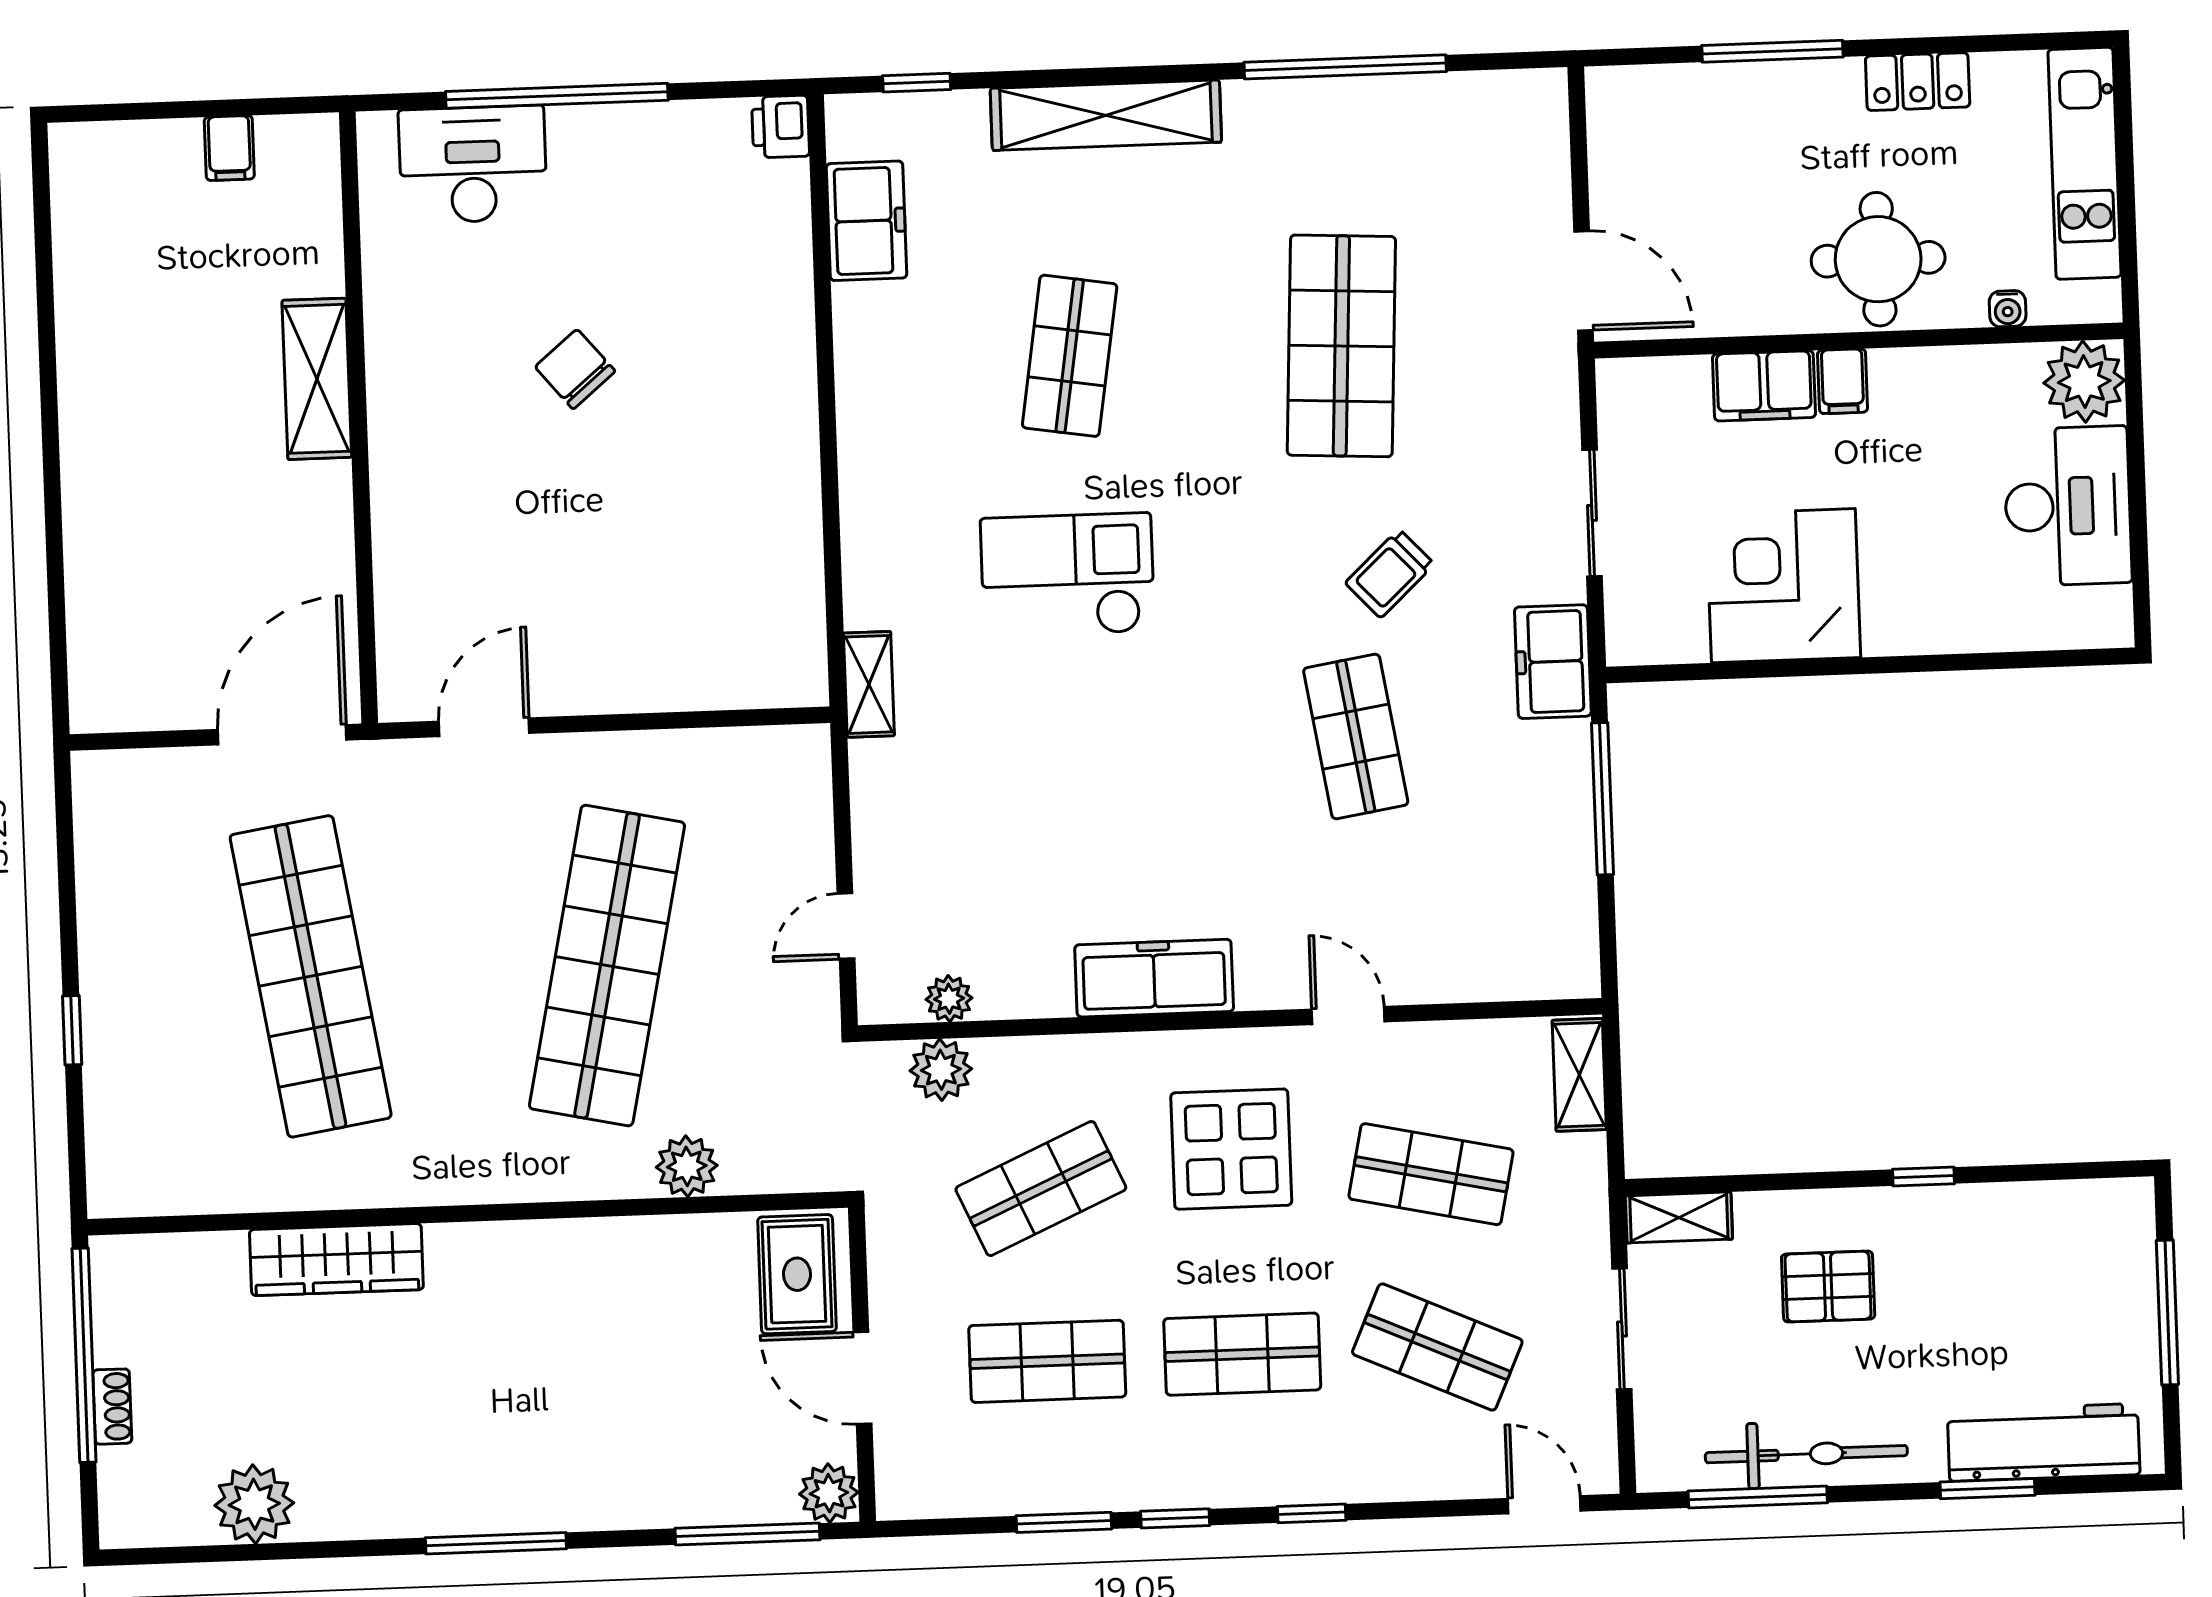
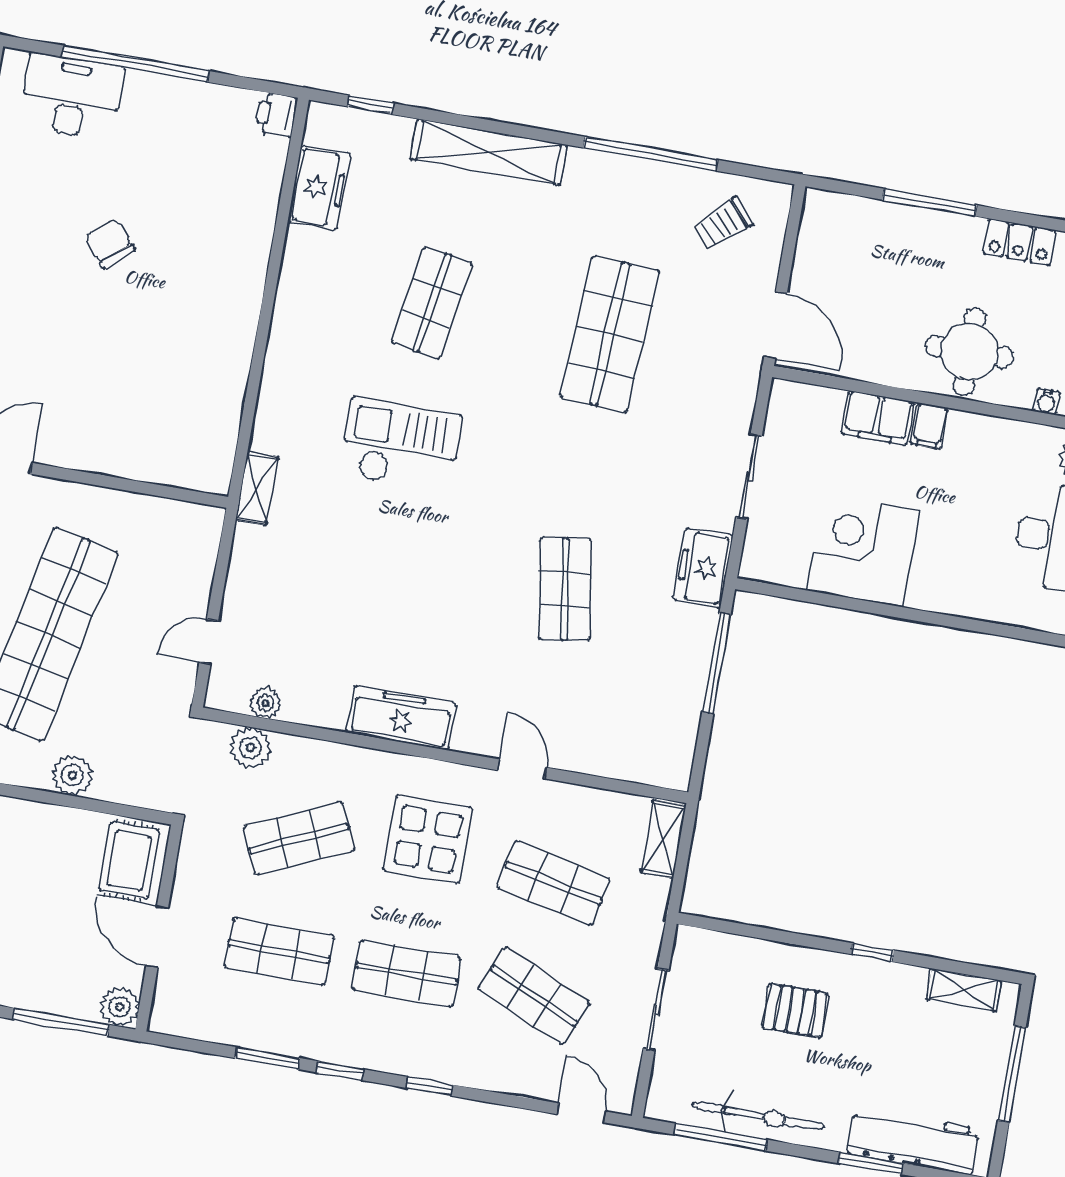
trolley: (1390, 574) -> (723, 224), moved
shelving: (1679, 1217) -> (964, 990), moved

